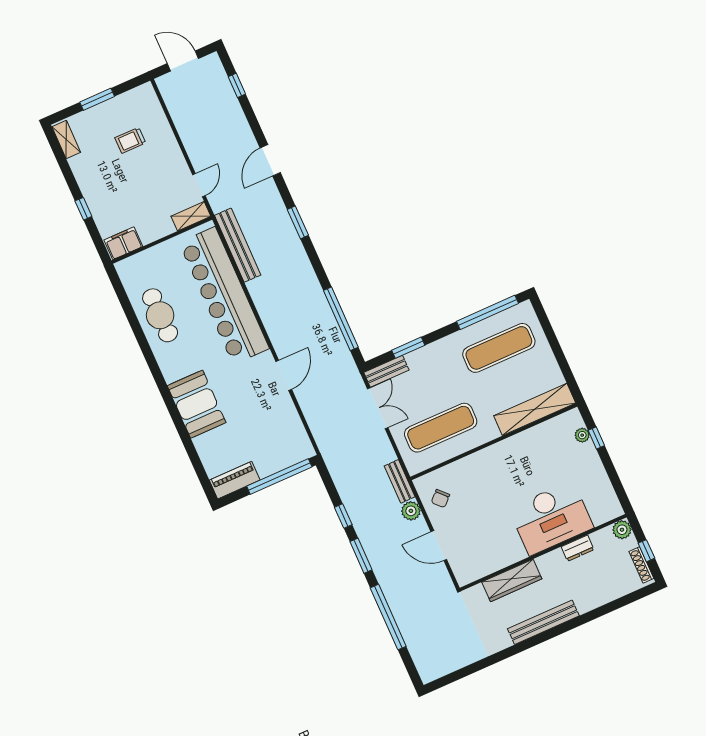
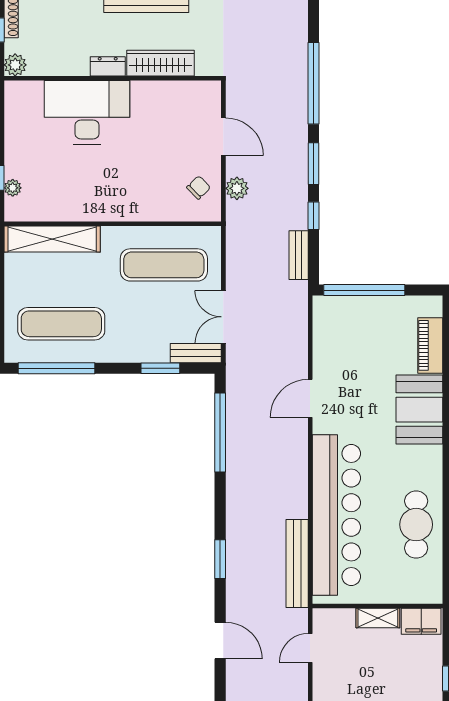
door: (270, 160) -> (220, 641), hinge flipped
shelving: (191, 216) -> (378, 618), moved
piano: (235, 480) -> (430, 345), moved, turned 90
bench: (400, 481) -> (299, 255), moved
dresser: (578, 548) -> (108, 66), moved

